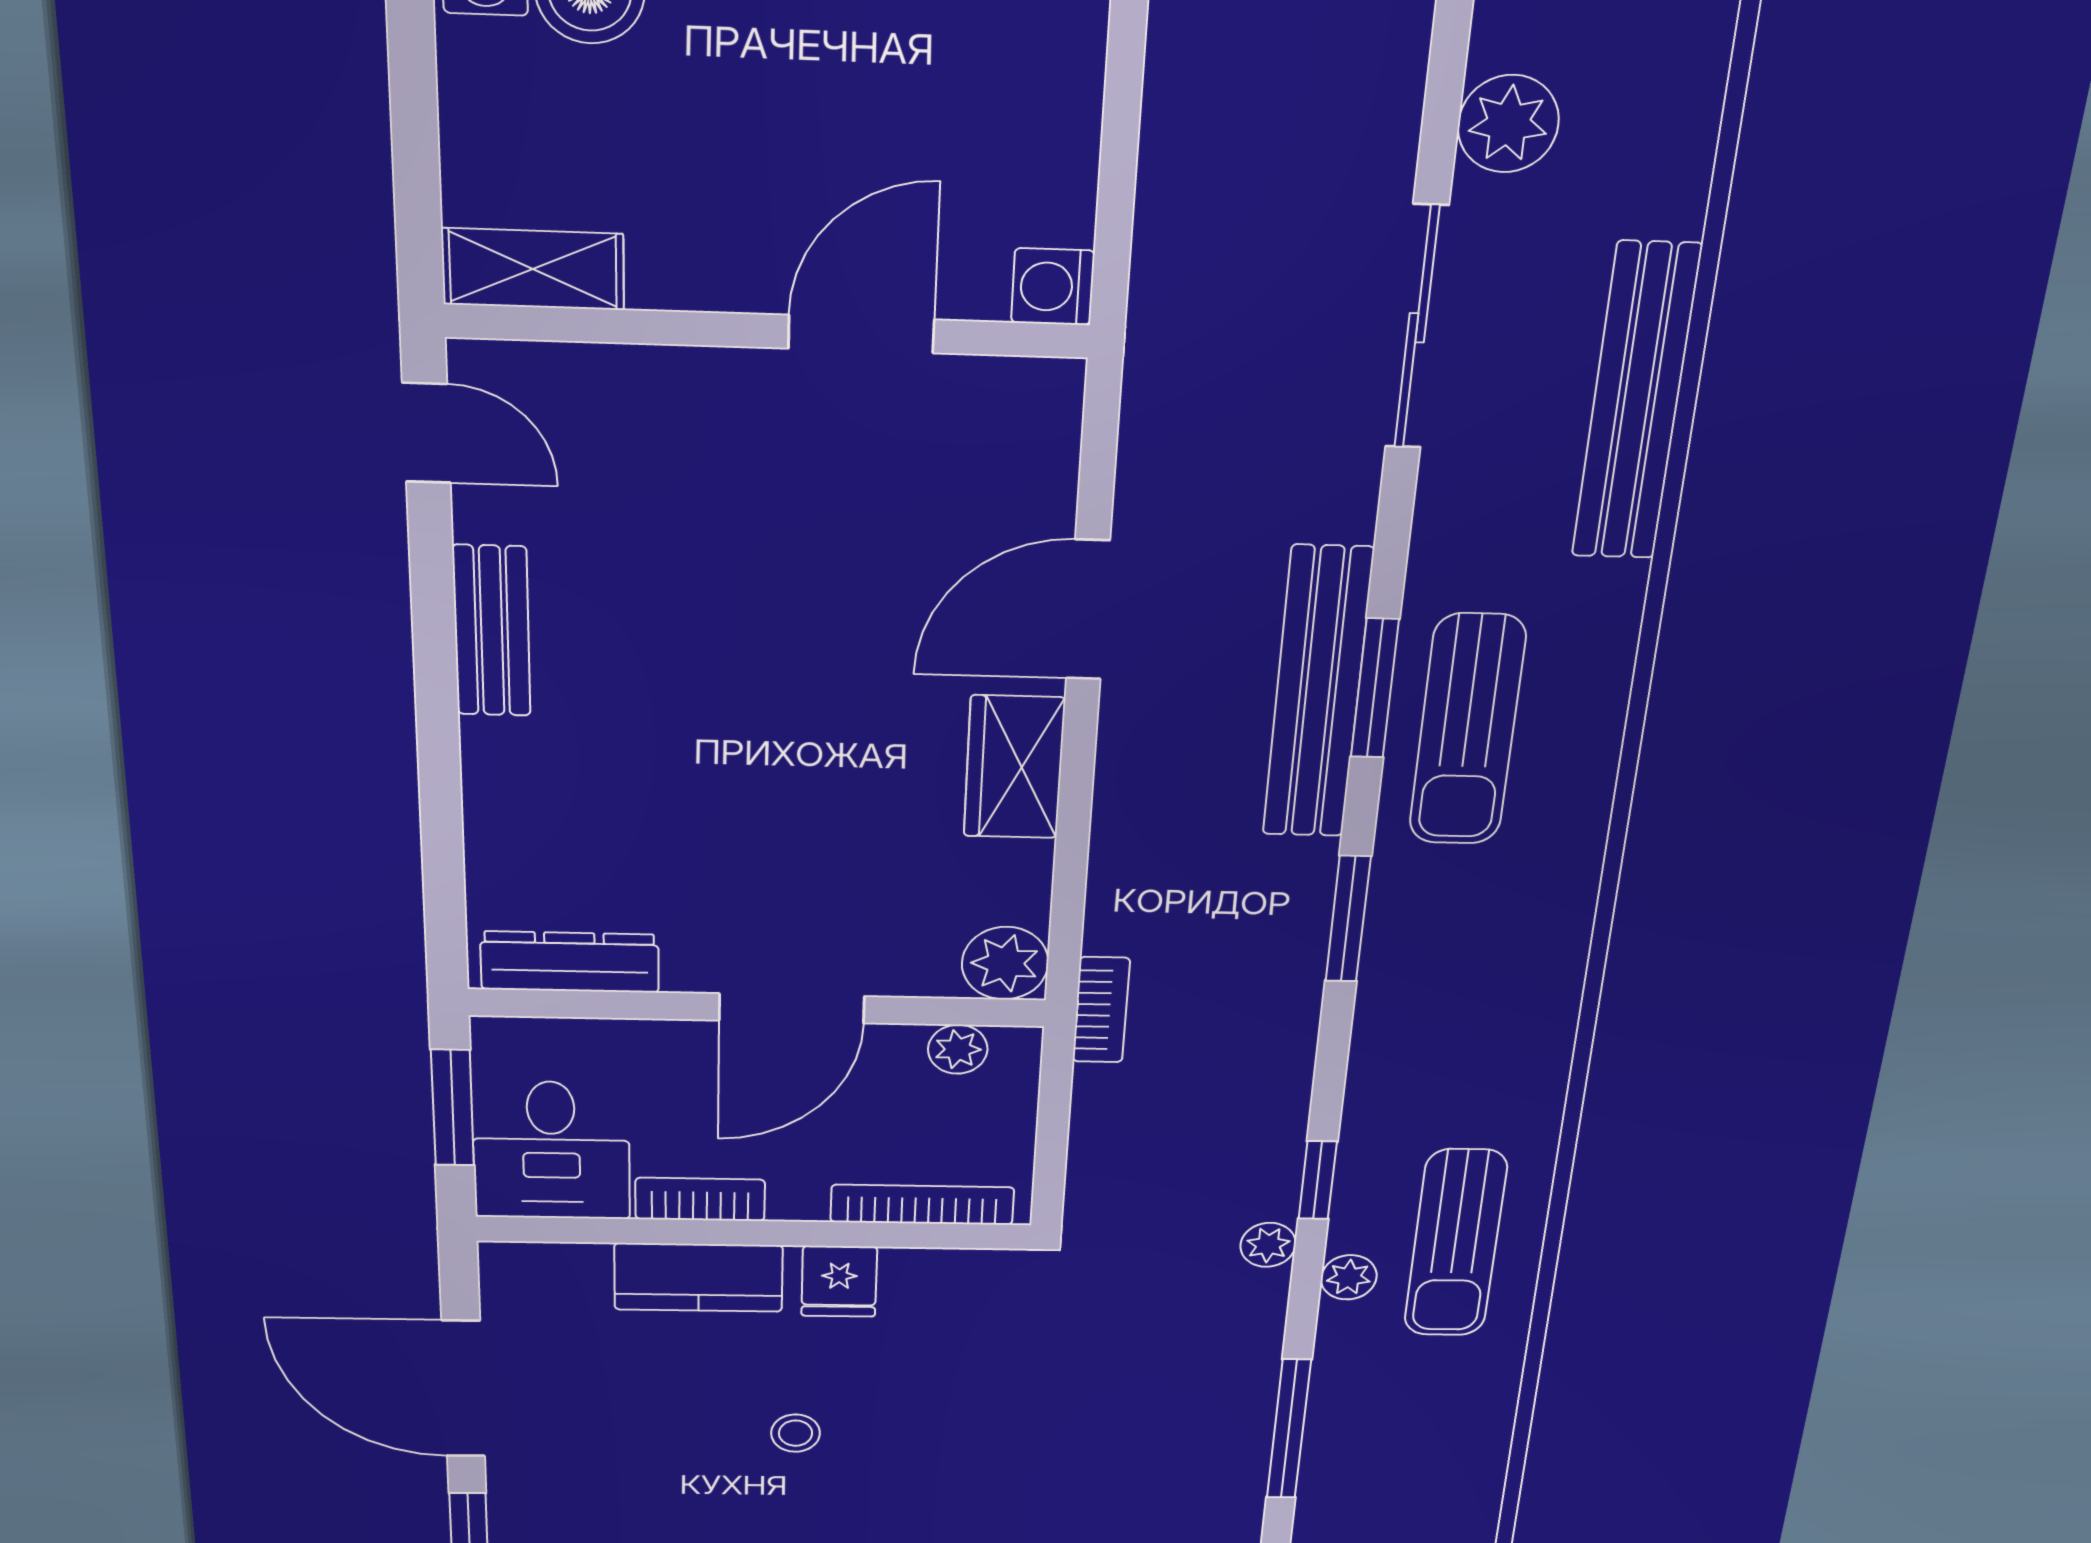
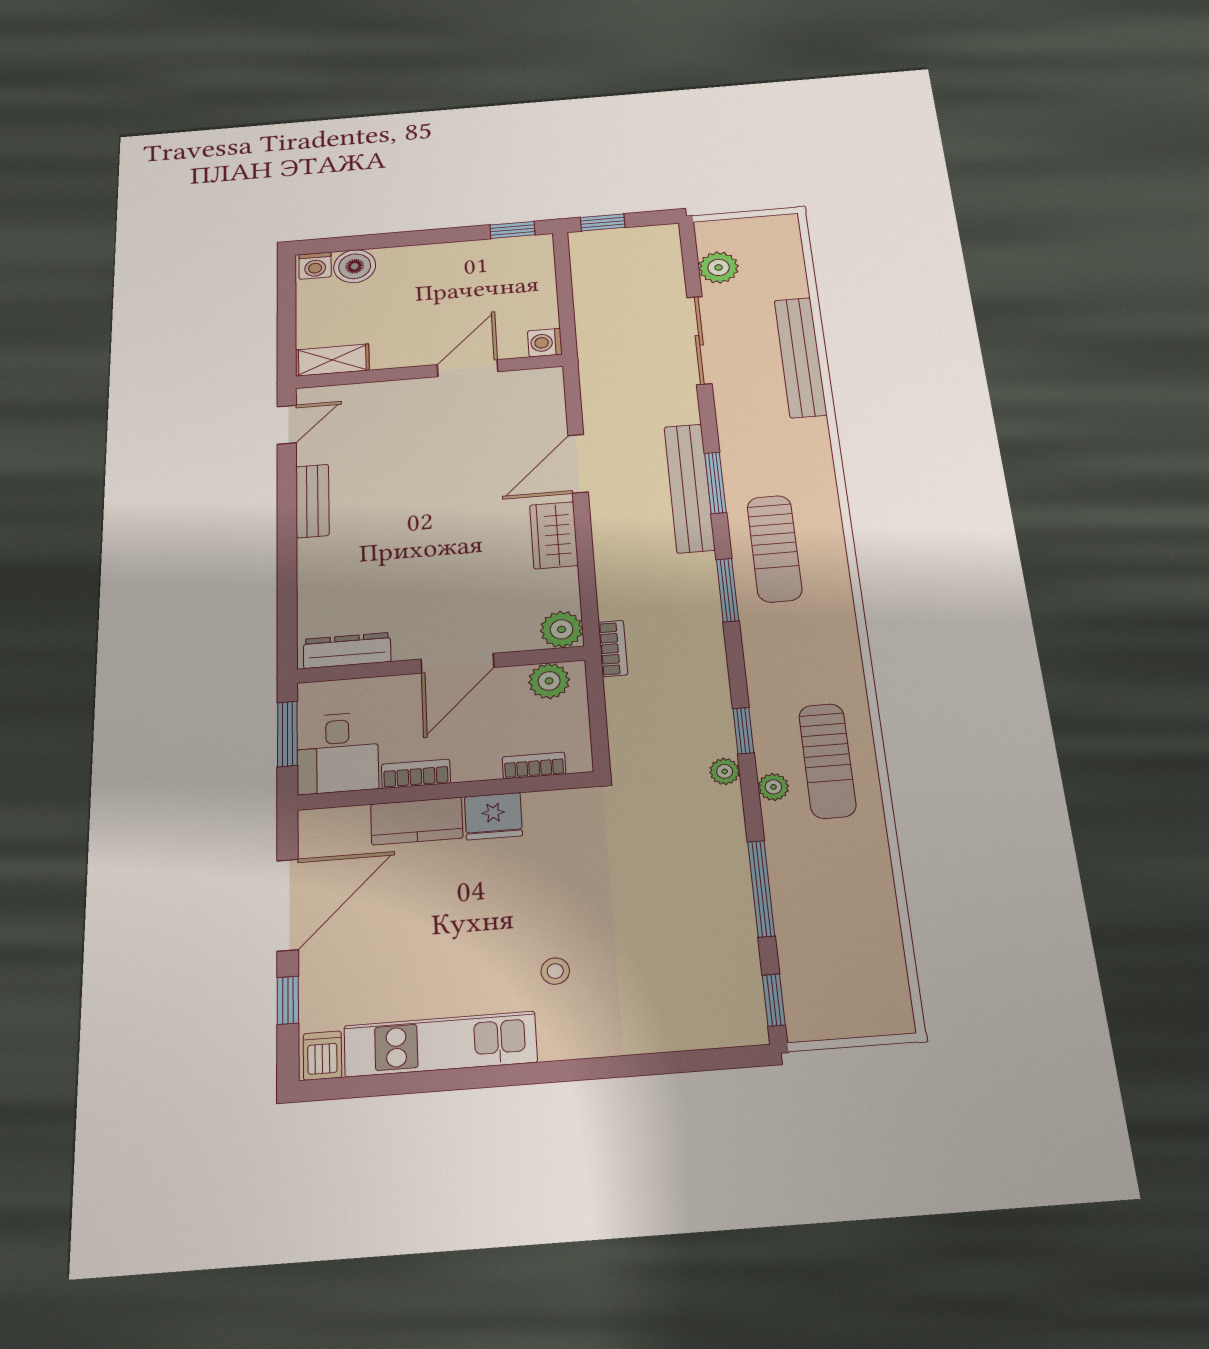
door: (427, 433) -> (287, 425), hinge flipped
sun lounger: (1467, 730) -> (774, 548), moved
plant: (958, 1049) -> (549, 681), width x1.38, depth x1.38
bookcase: (922, 1205) -> (534, 765), width x0.64
fridge: (839, 1281) -> (493, 816), width x1.38
door: (463, 1389) -> (288, 905), swing flipped
stool: (796, 1433) -> (555, 971), moved

